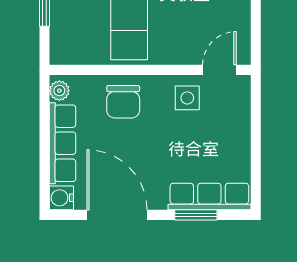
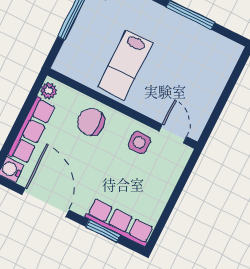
door: (219, 70) -> (173, 134), hinge flipped
chair: (123, 102) -> (91, 122), turned 90

